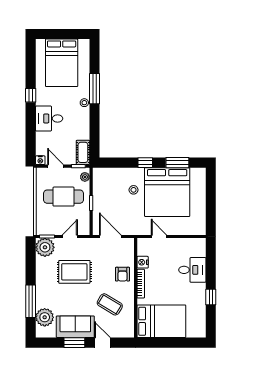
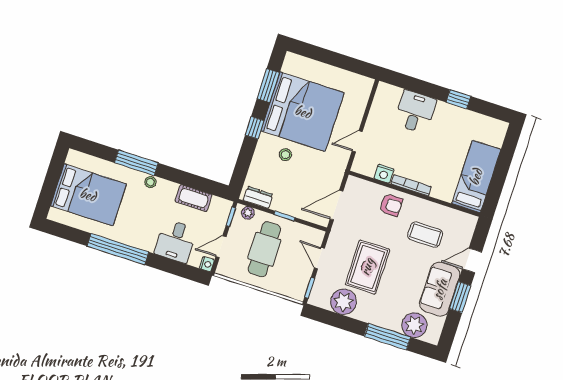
window: (31, 95) -> (118, 249), width x3.17
desk: (49, 118) -> (176, 241), moved
cot: (83, 152) -> (194, 198), moved
dresser: (98, 181) -> (258, 197), added
plant: (45, 247) -> (344, 302), moved
coffee table: (110, 304) -> (425, 235), turned 59
bed: (161, 321) -> (476, 177), width x0.67

